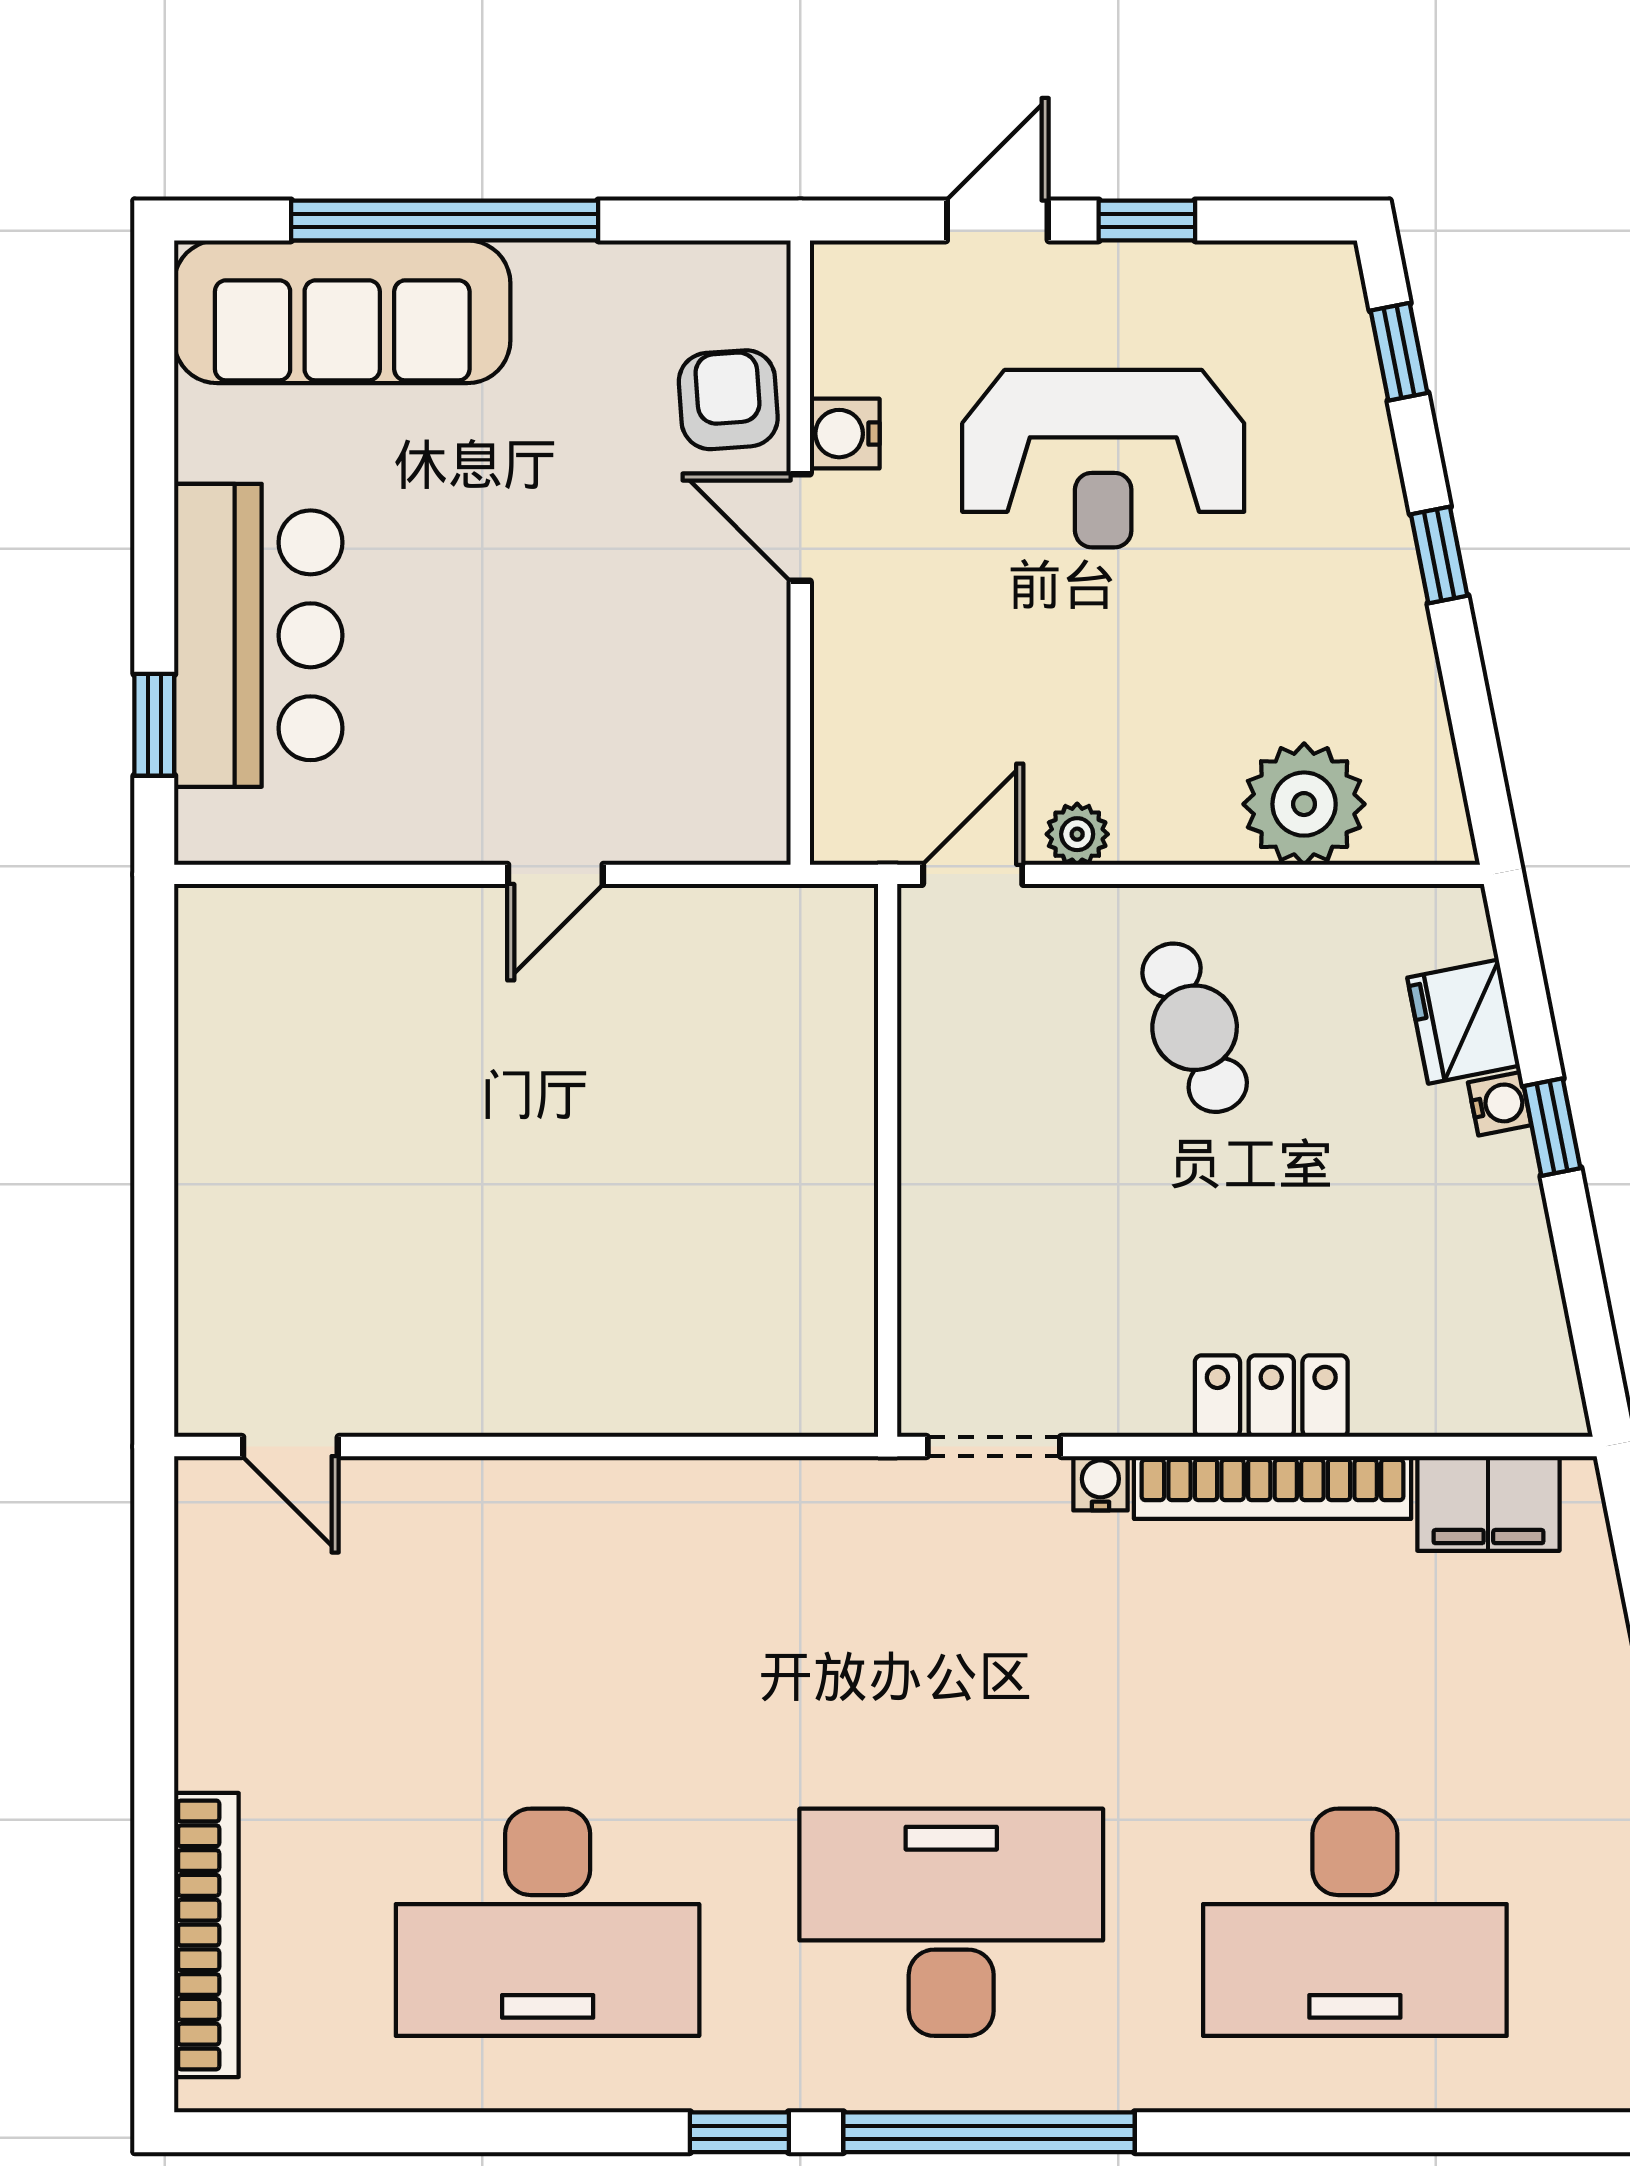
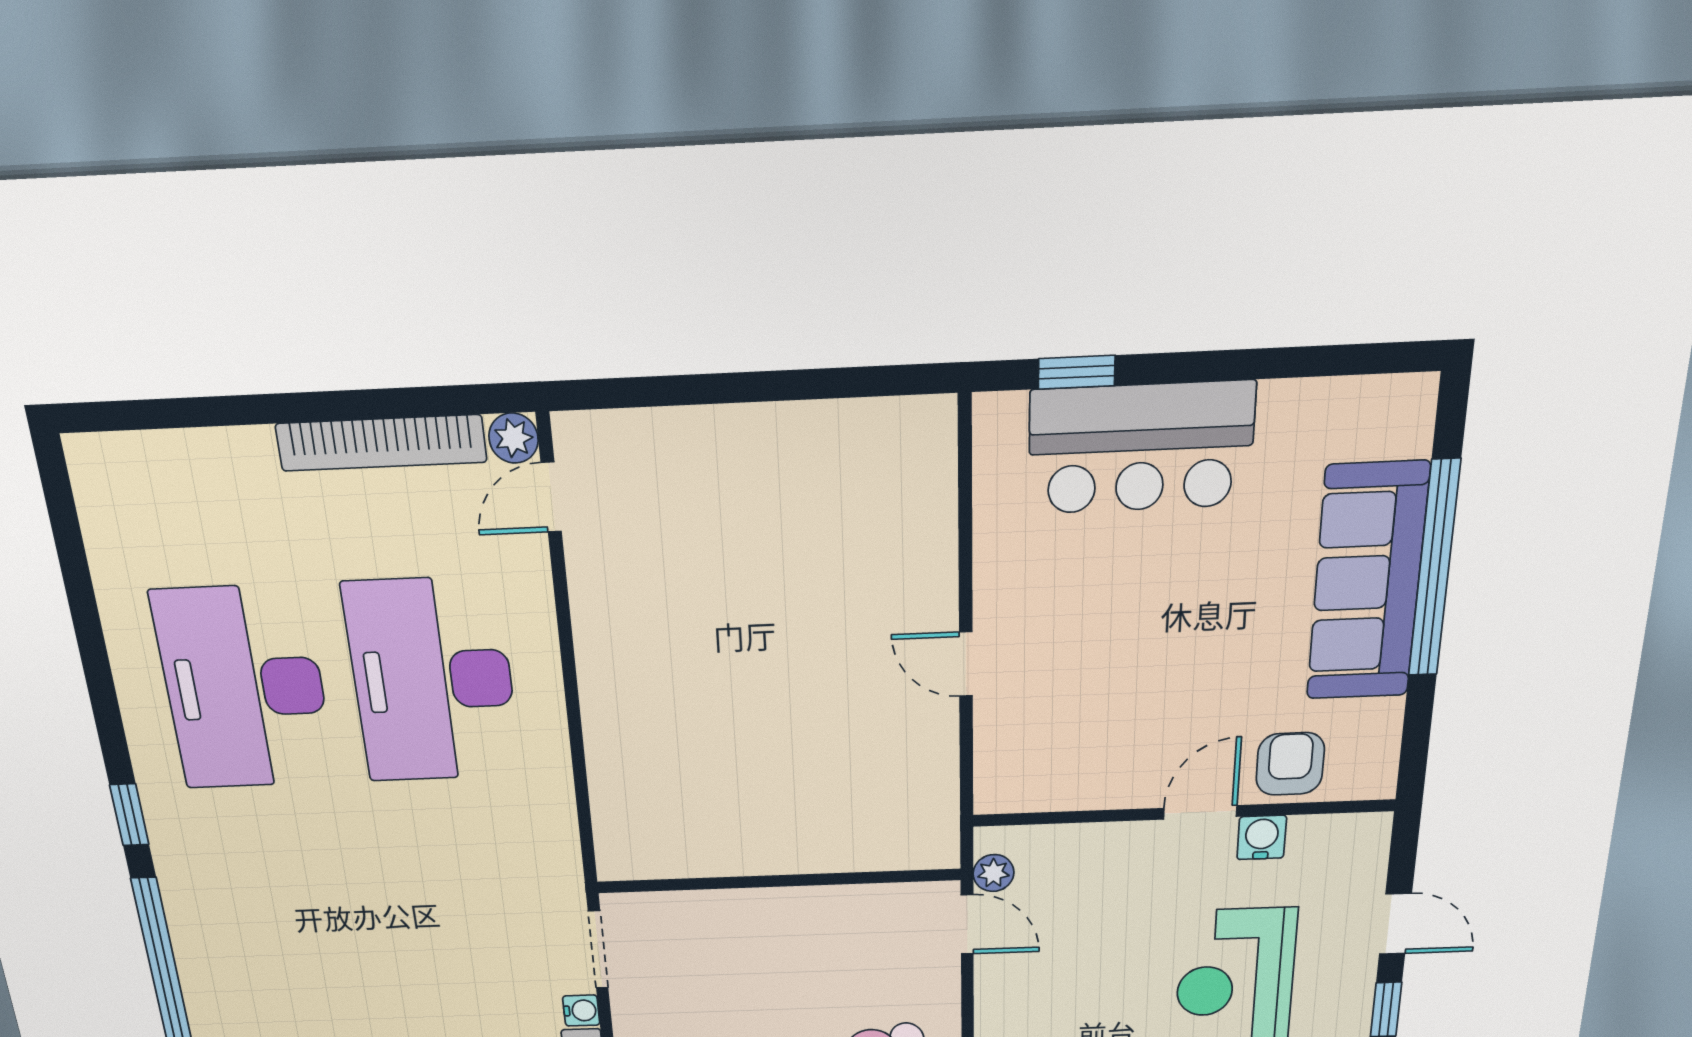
sofa: (342, 312) -> (1367, 583), moved
armchair: (728, 400) -> (1290, 764), turned -86
plant: (1077, 834) -> (993, 873), moved
plant: (208, 1490) -> (513, 438), added
desk: (951, 1922) -> (433, 680), moved, turned 180
bookcase: (206, 1935) -> (381, 443), moved

